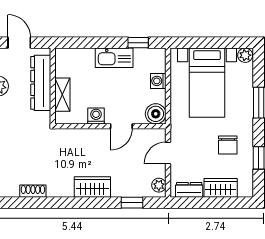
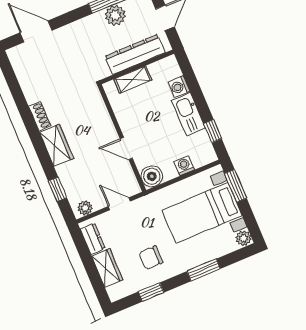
window: (196, 43) -> (236, 186), added
washing machine: (96, 116) -> (179, 87), moved, turned 180
shoe rack: (33, 191) -> (40, 116), moved

